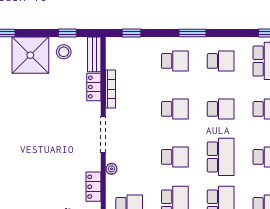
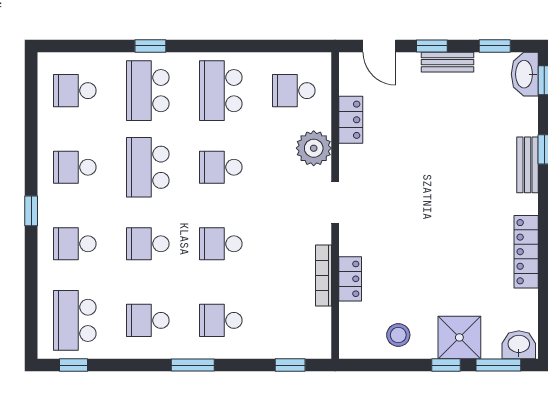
window: (67, 33) -> (446, 365), moved
bench: (94, 54) -> (349, 331), removed
shower: (30, 55) -> (459, 337), width x0.73, depth x0.73
doorway: (103, 135) -> (335, 203), width x0.73
plant: (112, 169) -> (314, 148), width x1.88, depth x1.88

